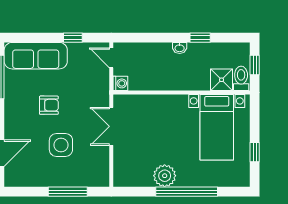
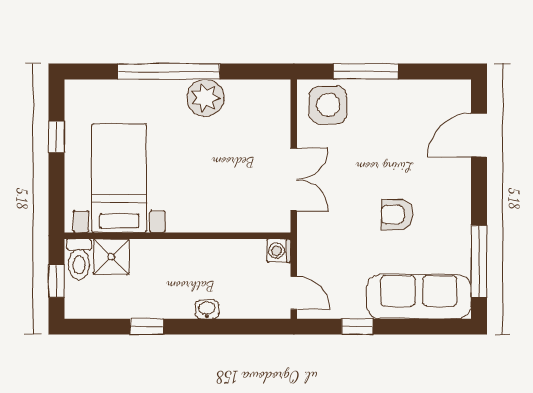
washbasin: (180, 48) -> (207, 309), moved
side table: (61, 145) -> (328, 105), moved

